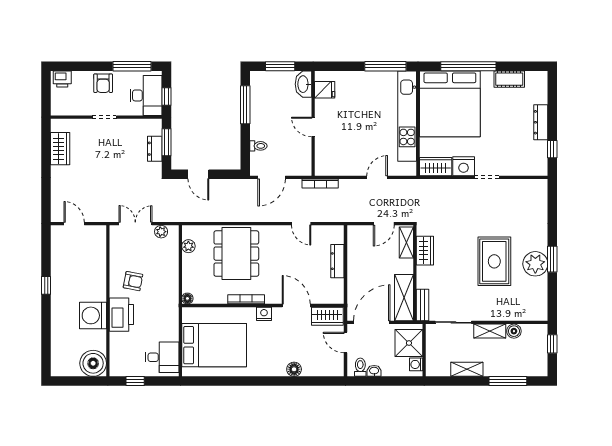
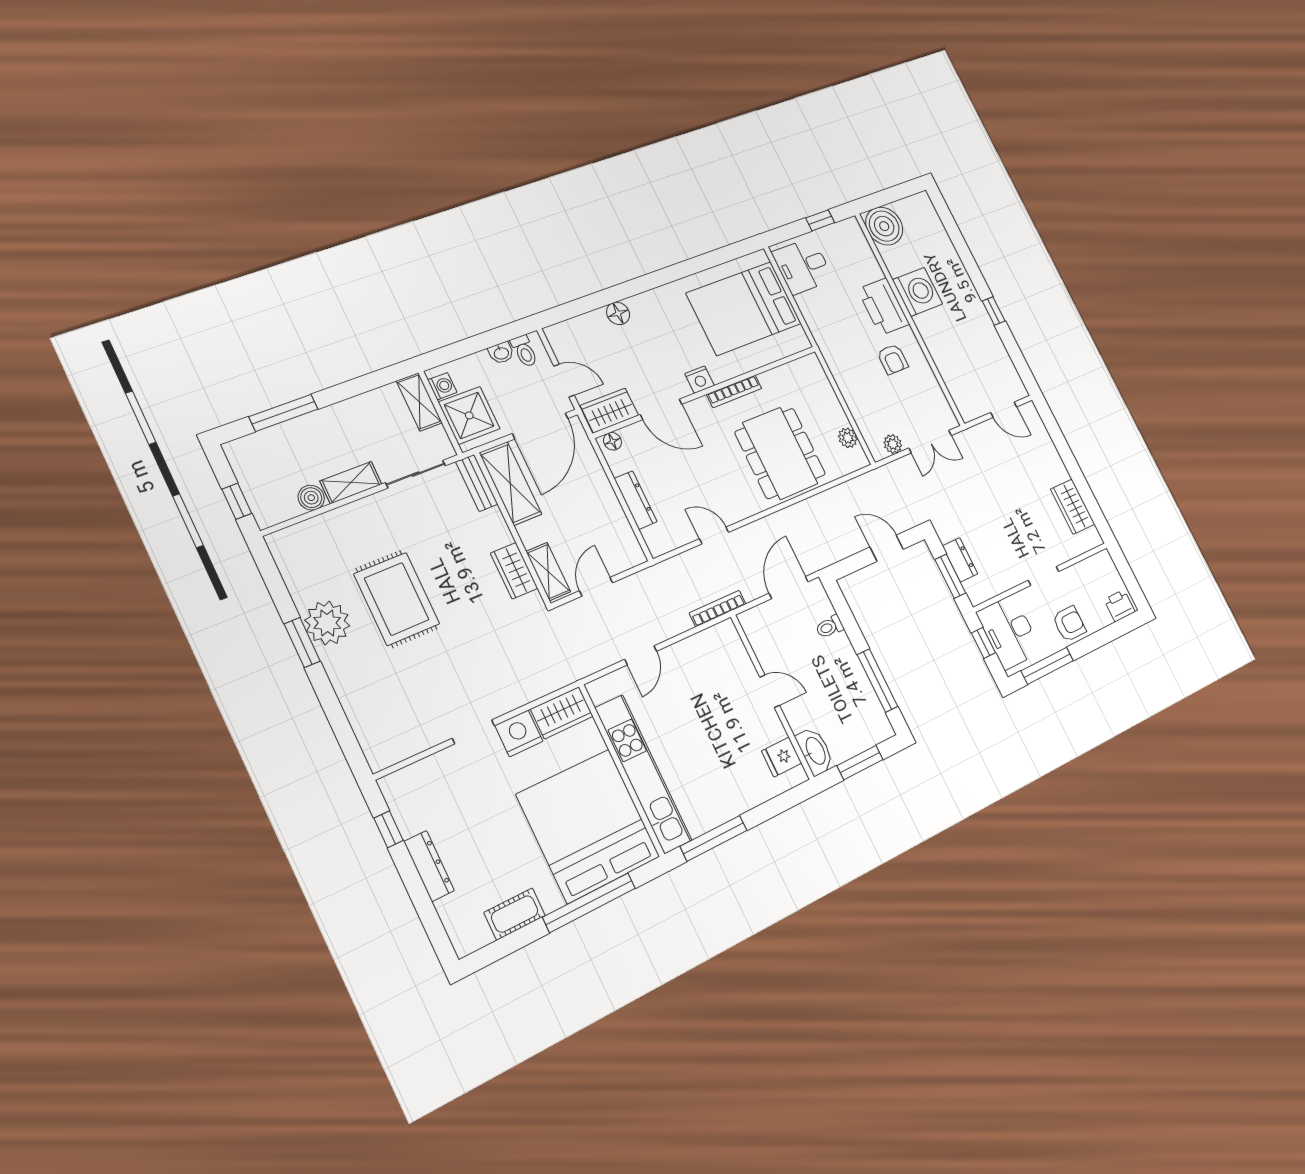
armchair: (103, 83) -> (1069, 624), turned 90
armchair: (133, 281) -> (893, 359), turned -101
floor lamp: (187, 298) -> (612, 441), moved
shelving: (467, 369) -> (419, 402), moved, turned 90

